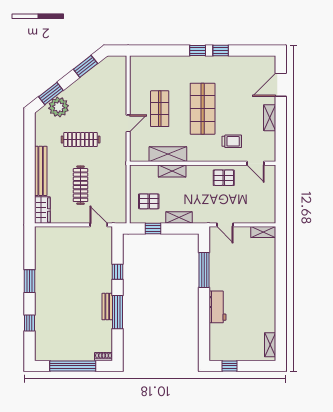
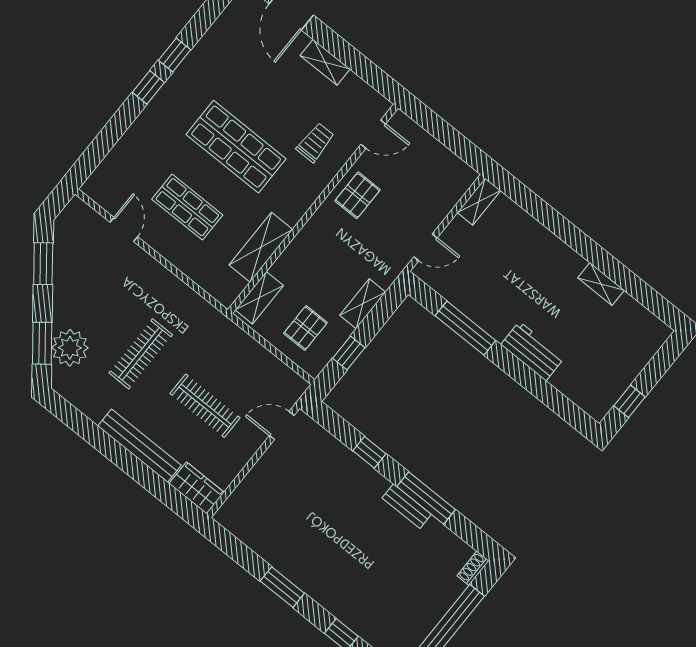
door: (128, 123) -> (124, 230), moved
shelving: (172, 171) -> (259, 298), moved
shelving: (270, 345) -> (601, 284), moved

